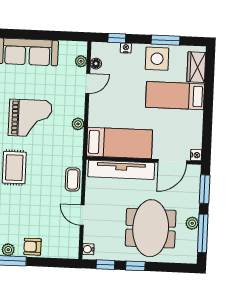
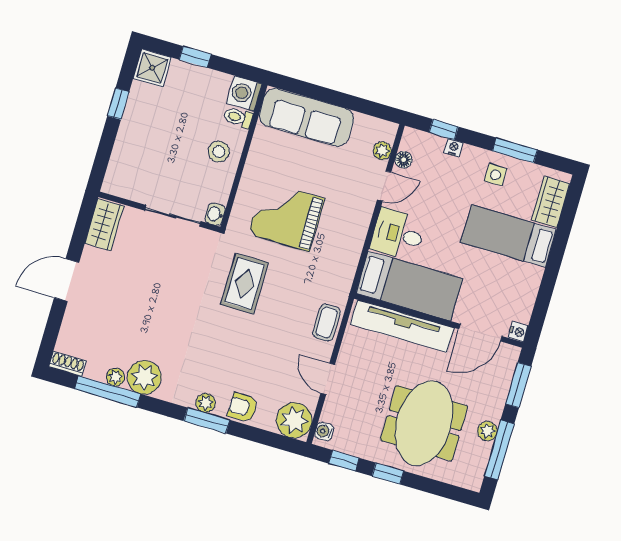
side table: (157, 59) -> (496, 175), width x0.54, depth x0.54
desk: (104, 112) -> (398, 234), added
grand piano: (30, 118) -> (286, 216), turned 180
plant: (78, 124) -> (294, 420), moved, width x1.88, depth x1.88

